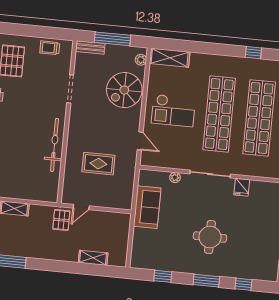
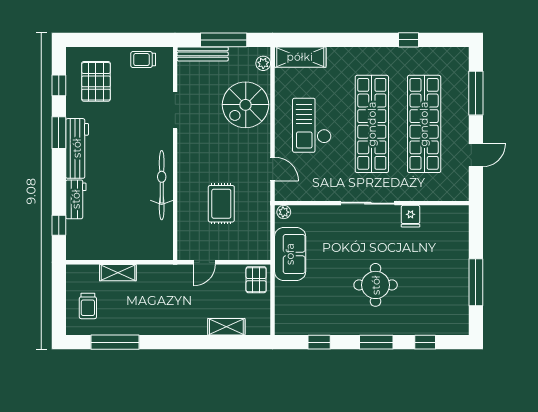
bench: (90, 47) -> (203, 54), width x1.36
checkout: (173, 111) -> (312, 125), turned 90
rug: (98, 164) -> (221, 204), turned 90
plant: (175, 177) -> (284, 212), moved
pallet: (61, 220) -> (256, 280), moved

